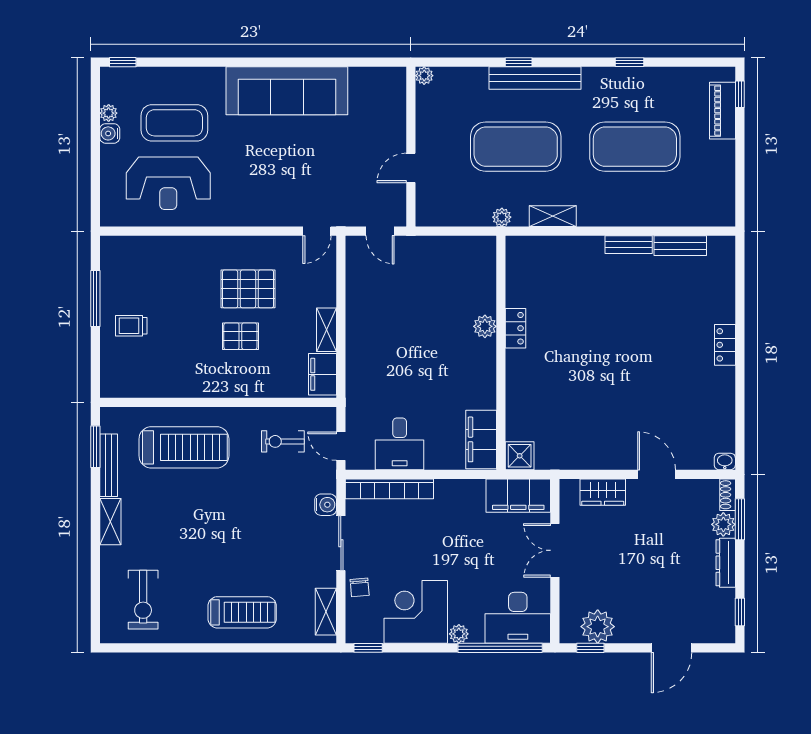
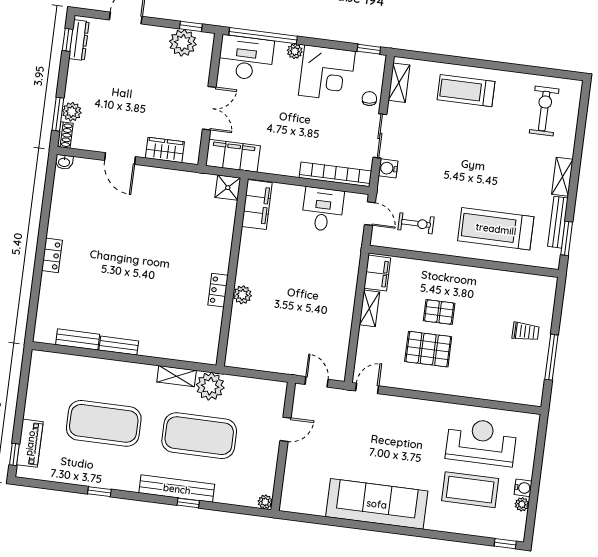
plant: (502, 217) -> (210, 386), width x1.88, depth x1.88
dresser: (726, 563) -> (79, 40), moved

